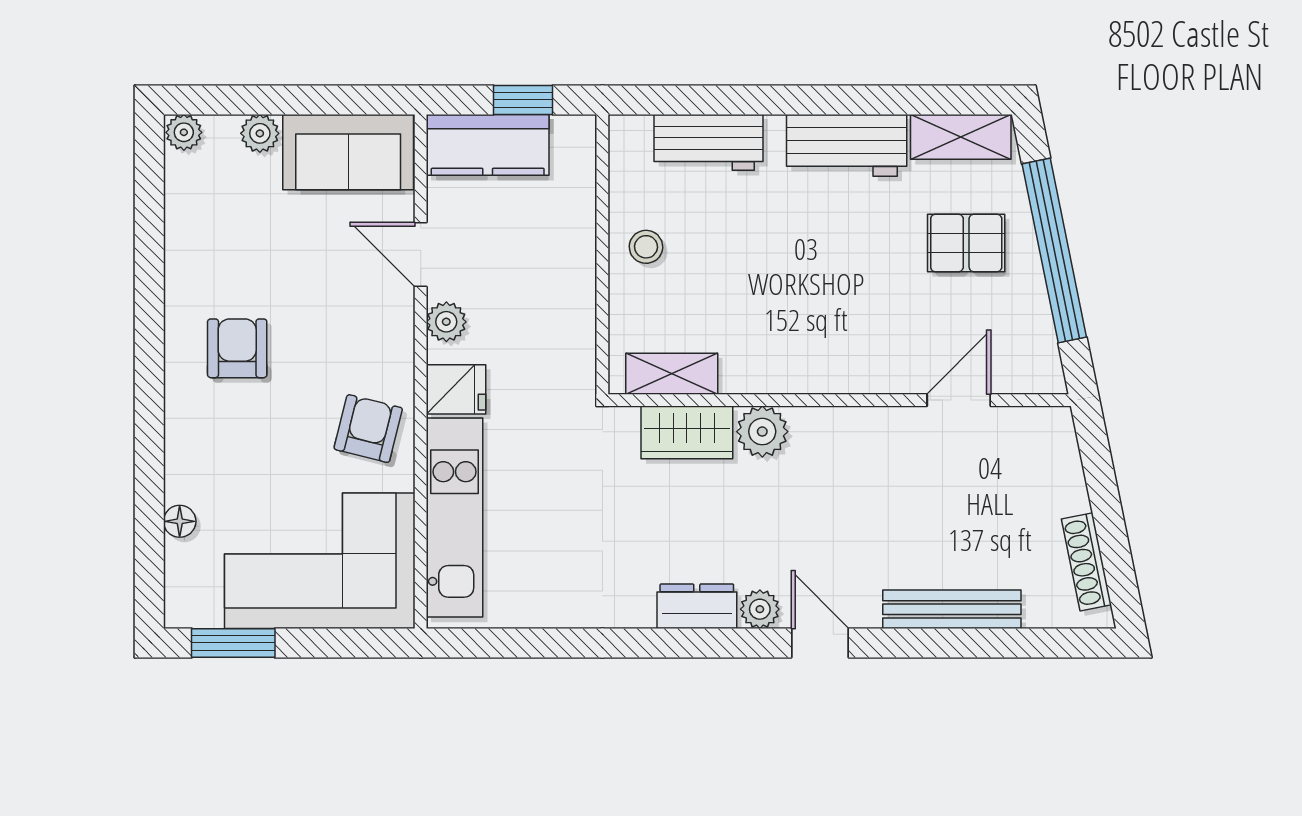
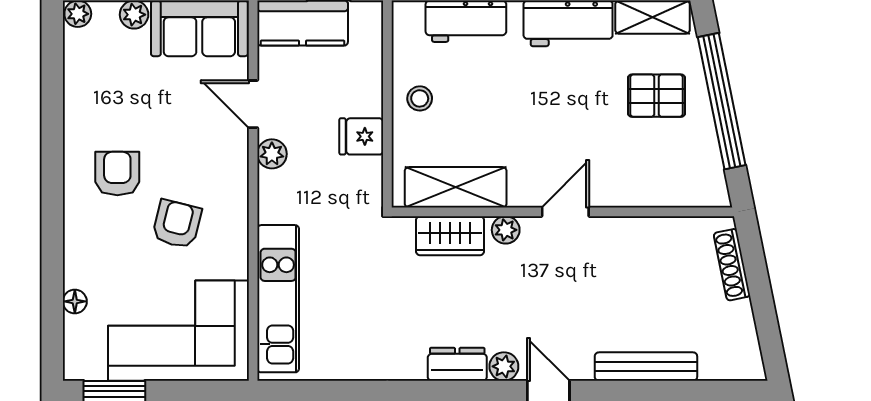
shelving: (672, 374) -> (456, 187), width x1.50, depth x1.33
fridge: (456, 389) -> (361, 136), moved, turned 180
door: (959, 400) -> (565, 212), moved
armchair: (368, 429) -> (177, 224), moved
plant: (762, 432) -> (506, 230), width x0.73, depth x0.73
shoe rack: (1086, 562) -> (732, 265), moved

